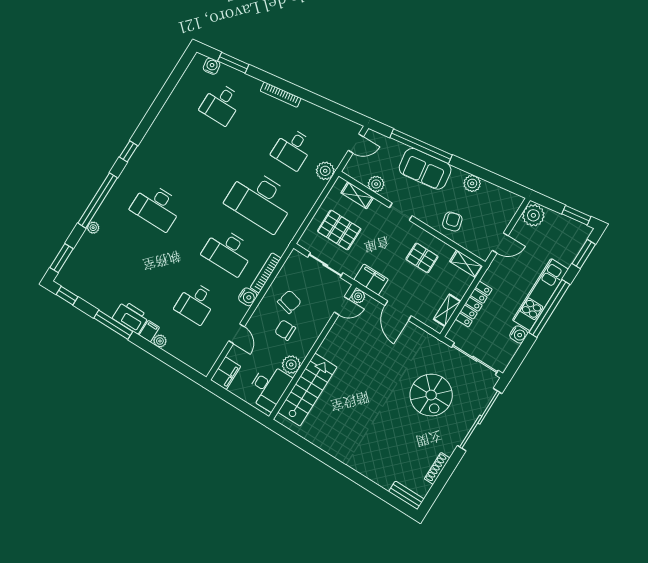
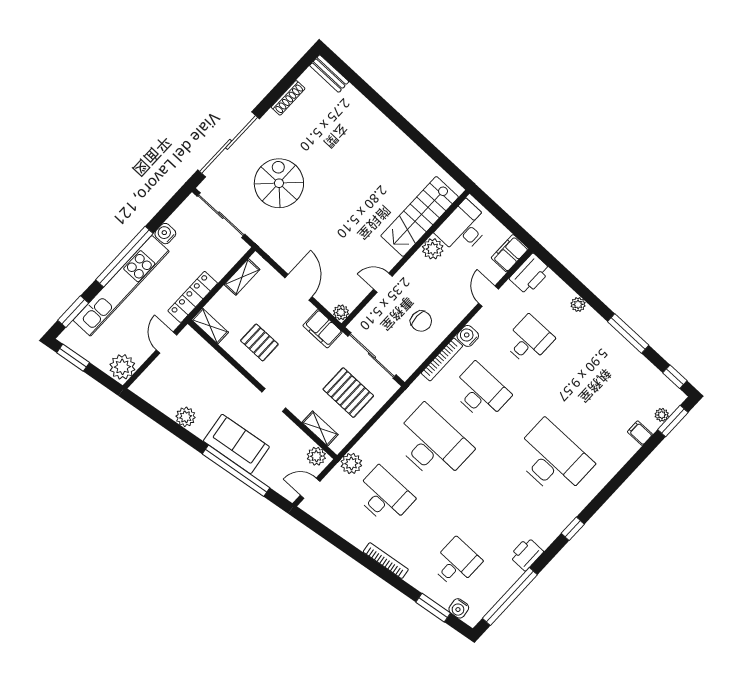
printer: (163, 123) -> (526, 554), added
desk: (293, 149) -> (384, 496), width x1.37
plant: (376, 184) -> (316, 456), moved
window: (98, 200) -> (510, 596), moved
desk: (157, 207) -> (553, 459), width x1.36, depth x1.30
armchair: (452, 222) -> (217, 377), removed
plant: (93, 228) -> (662, 415), moved
door: (500, 243) -> (166, 343), hinge flipped
sliding door: (325, 265) -> (372, 355), width x1.37
kitchen unit: (540, 295) -> (121, 286), width x1.36
chair: (289, 302) -> (421, 321), turned -104
locker: (474, 304) -> (193, 297), moved
door: (342, 306) -> (383, 283), moved
printer: (131, 317) -> (530, 274), moved, turned -90
chair: (285, 330) -> (432, 290), removed
filing cabinet: (149, 331) -> (640, 433), moved, turned 90

